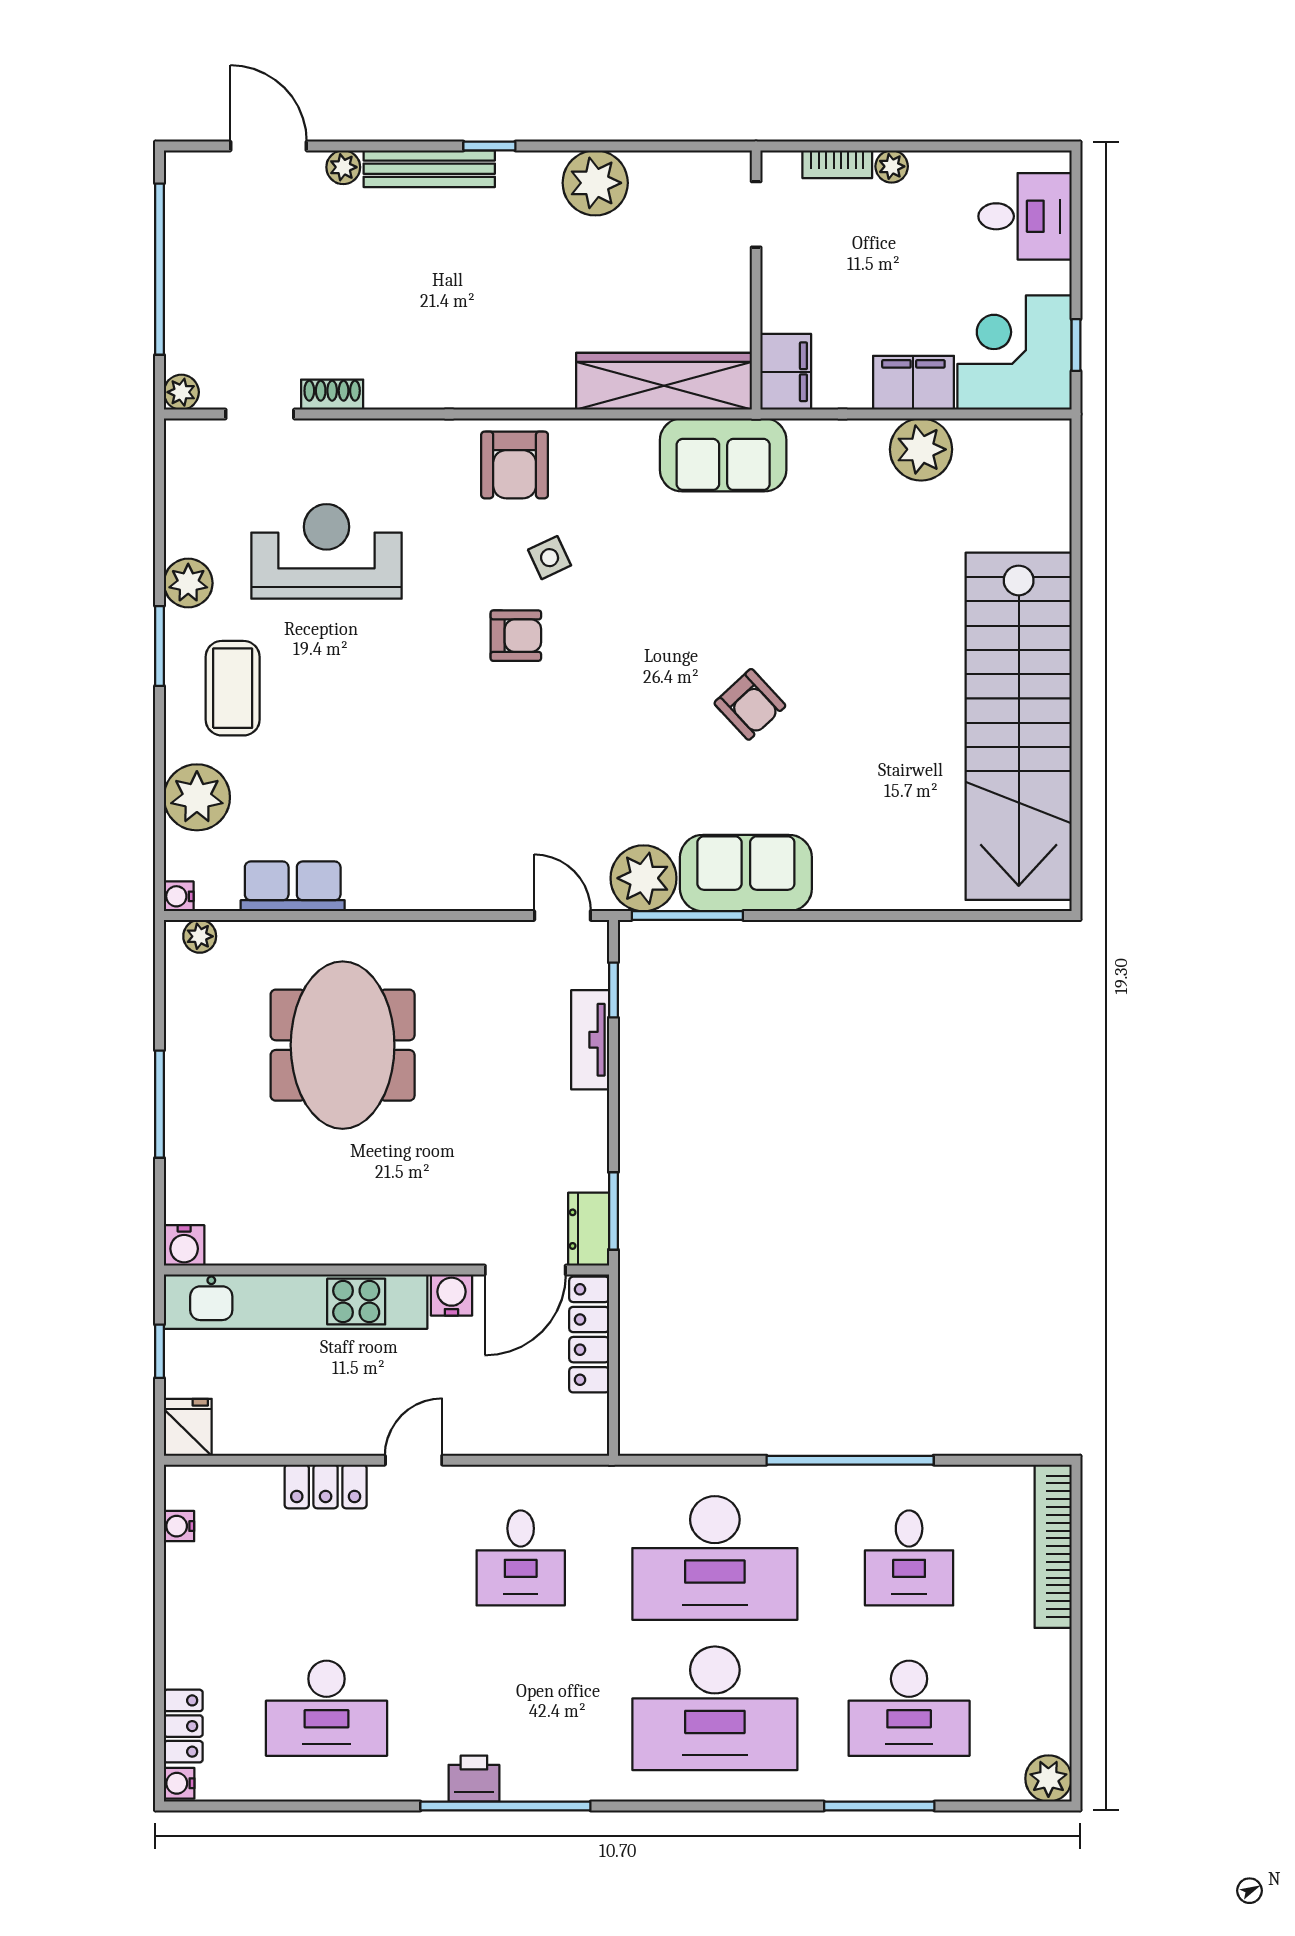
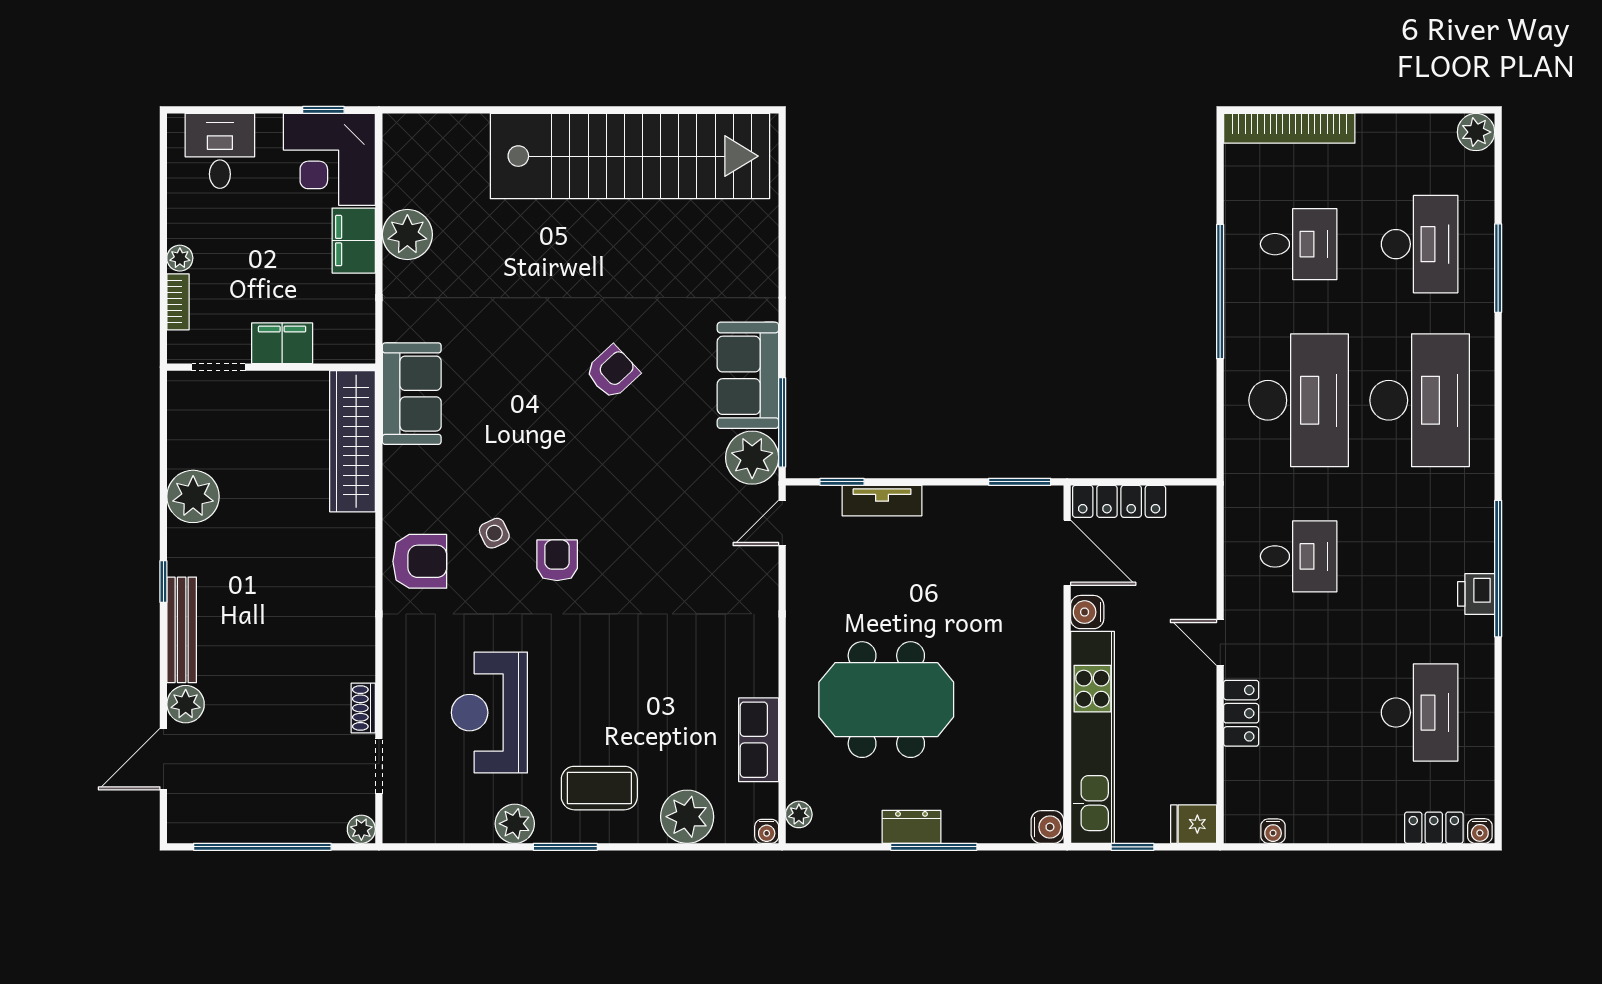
plant: (343, 167) -> (186, 704), width x1.38, depth x1.38
filing cabinet: (786, 372) -> (282, 343), moved
dresser: (589, 1229) -> (911, 827), moved, turned 180

